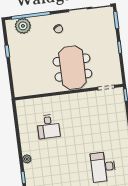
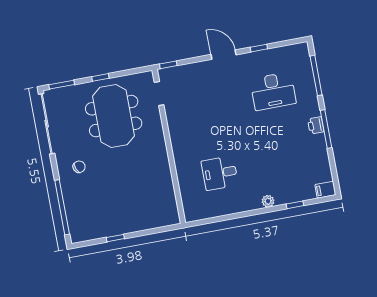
plant: (23, 26) -> (78, 218), removed
meeting table: (72, 68) -> (114, 116), moved, turned 90
desk: (48, 126) -> (220, 173), turned 180

